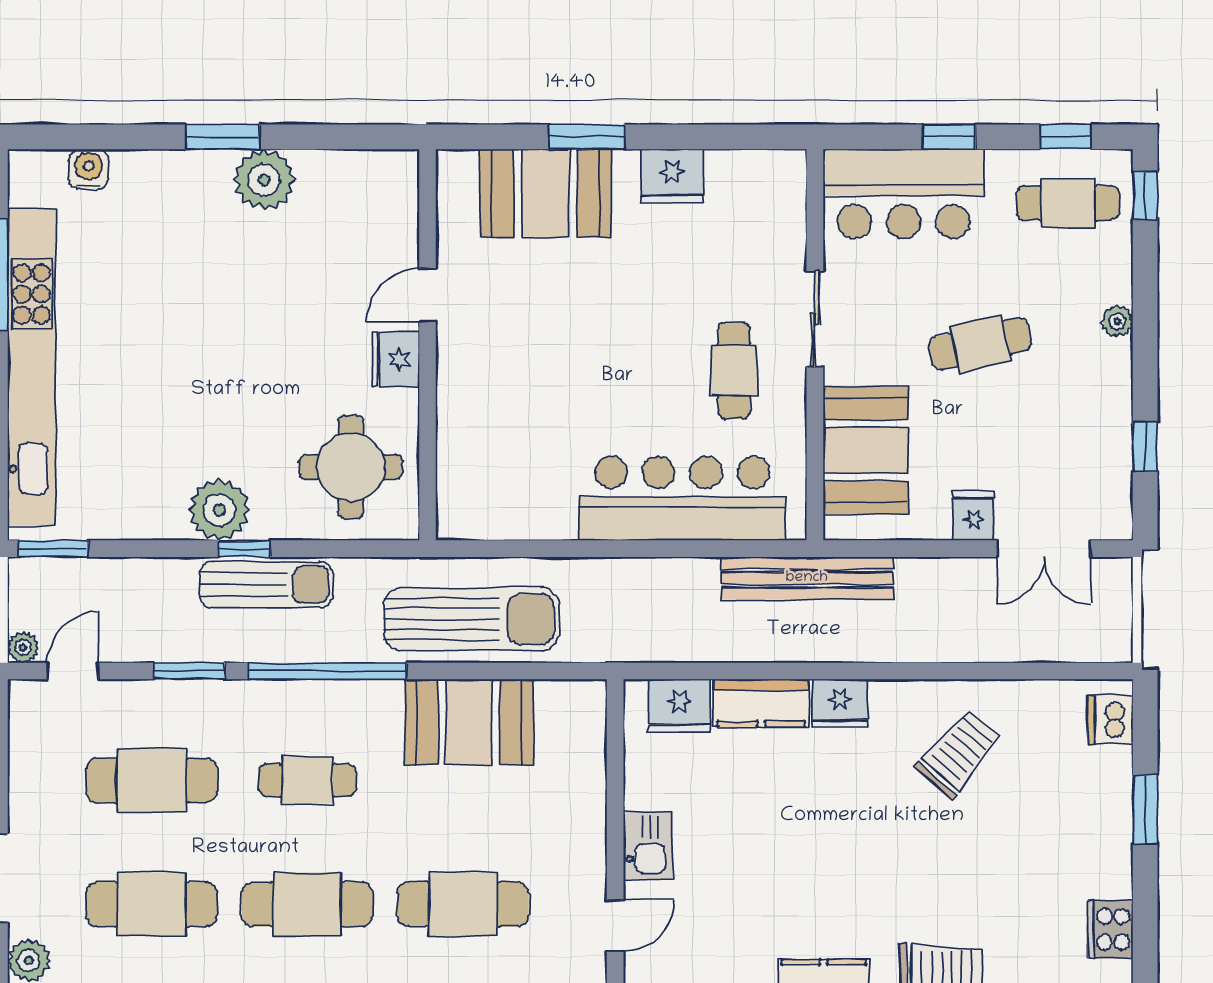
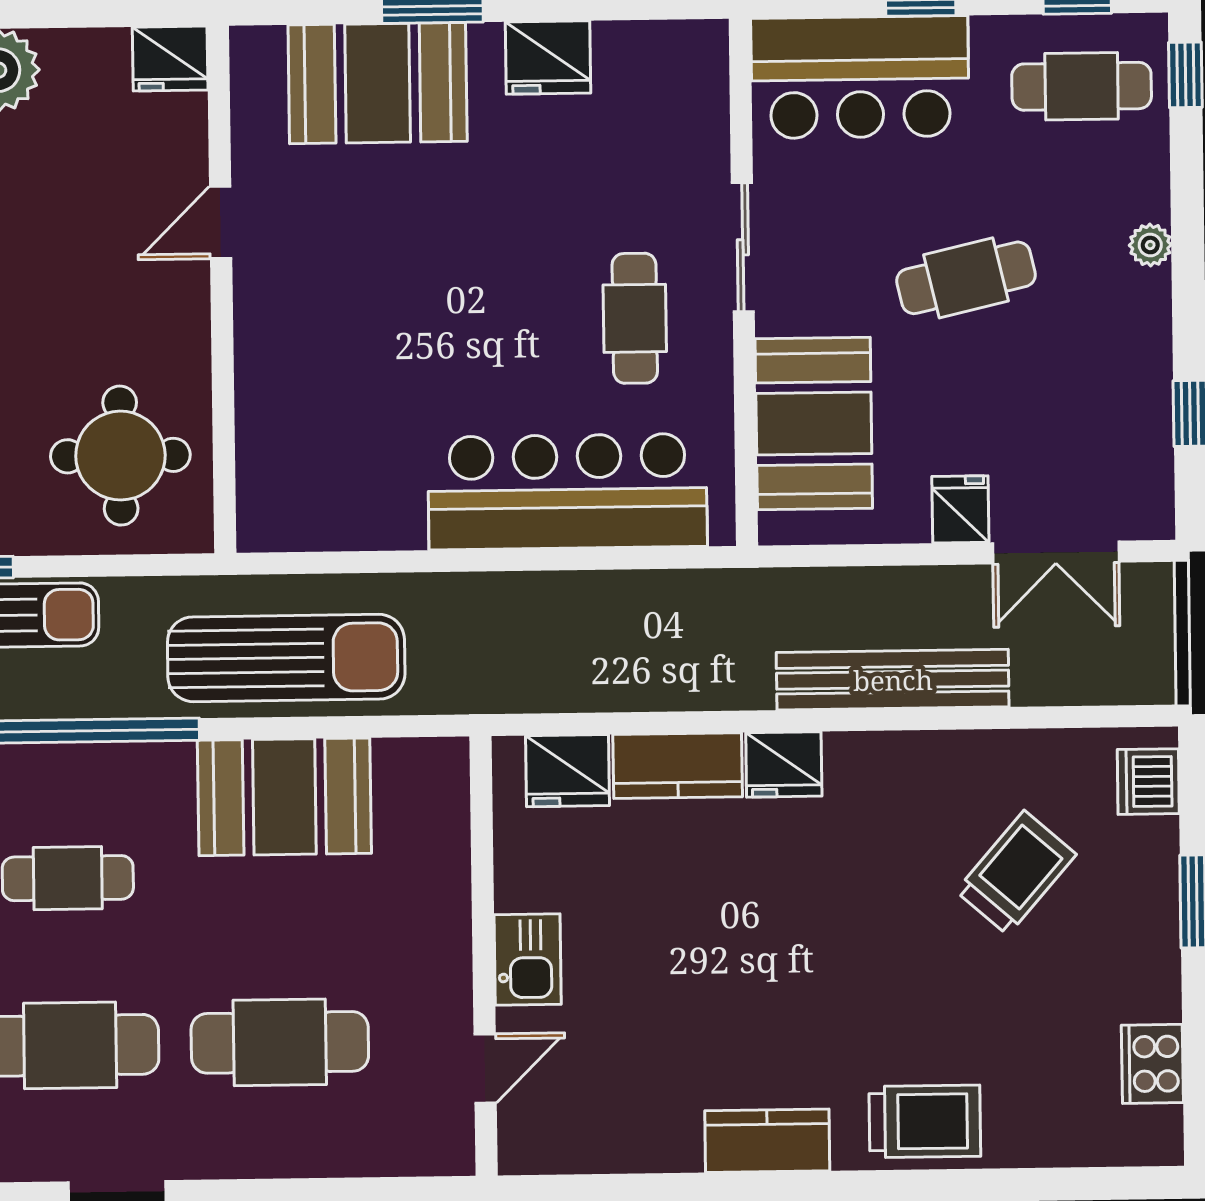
fridge: (396, 359) -> (170, 59), moved, turned -90
bench: (807, 578) -> (893, 680), moved
trolley: (959, 753) -> (1016, 873), moved

